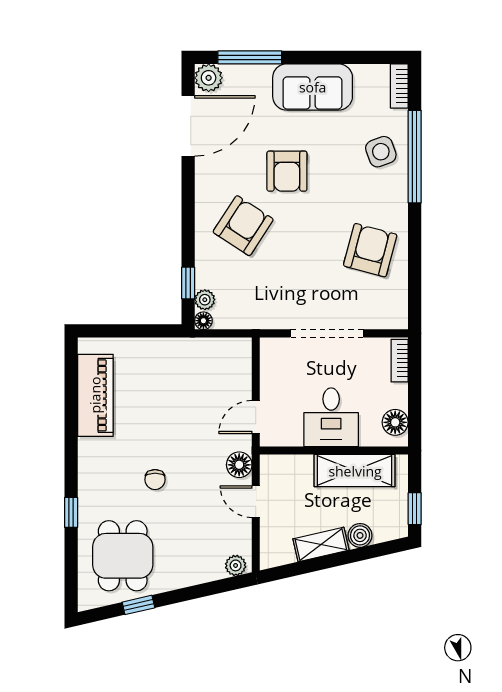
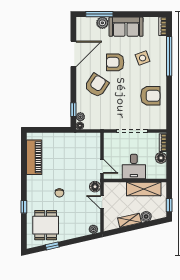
plant: (209, 78) -> (102, 23), moved
door: (188, 126) -> (73, 54), moved
side table: (381, 152) -> (143, 58), moved
armchair: (287, 171) -> (115, 62), turned 90
armchair: (370, 250) -> (150, 96), turned 75
door: (256, 417) -> (102, 166), swing flipped
floor lamp: (395, 422) -> (161, 158), moved

